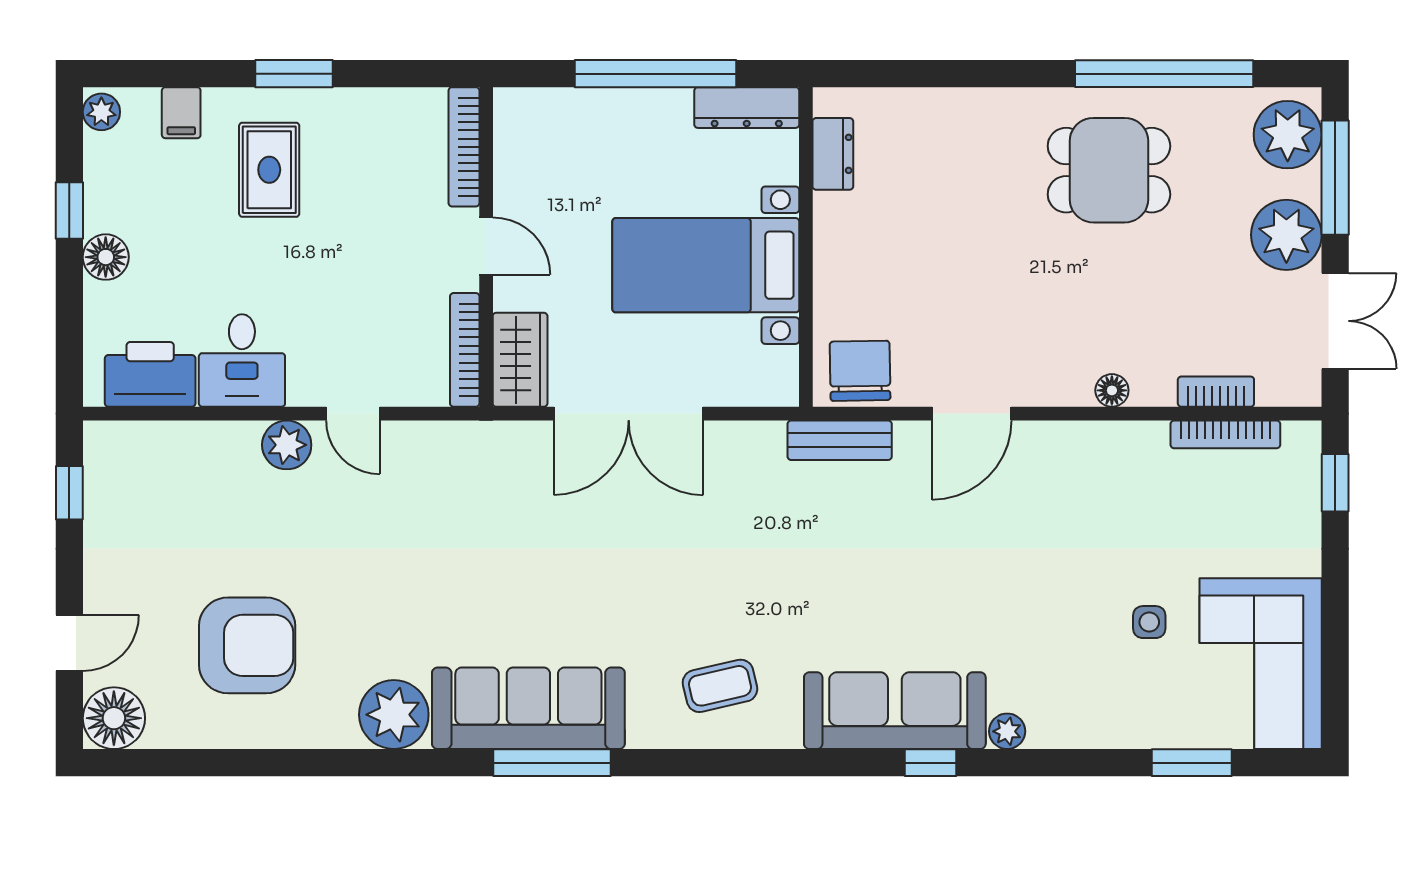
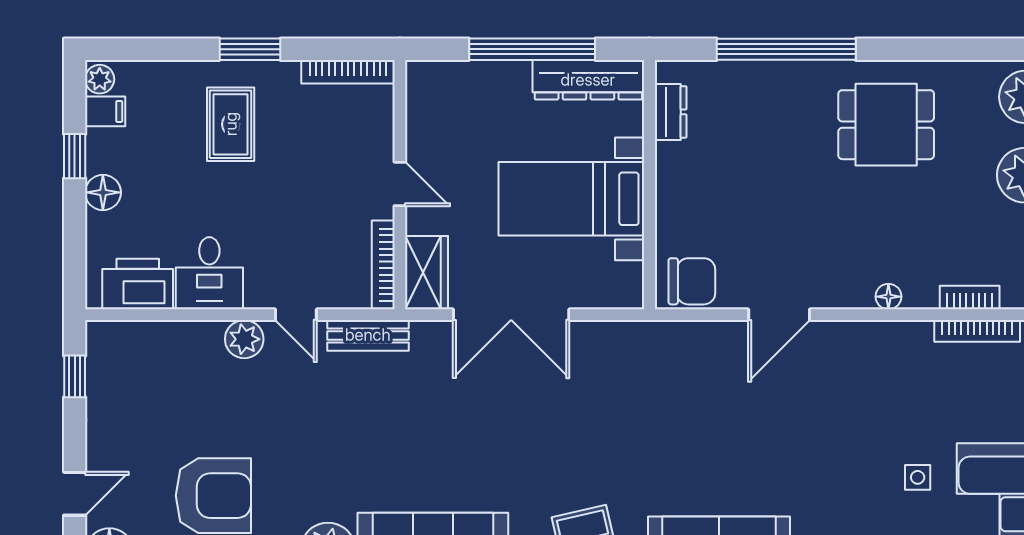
window: (1164, 74) -> (786, 49), moved
dresser: (747, 108) -> (588, 80), width x1.37, depth x1.24
filing cabinet: (181, 113) -> (105, 111), moved, turned -90
bookcase: (464, 147) -> (348, 72), moved, turned -90
chair: (860, 371) -> (692, 281), turned 91
bench: (840, 440) -> (368, 335), moved

